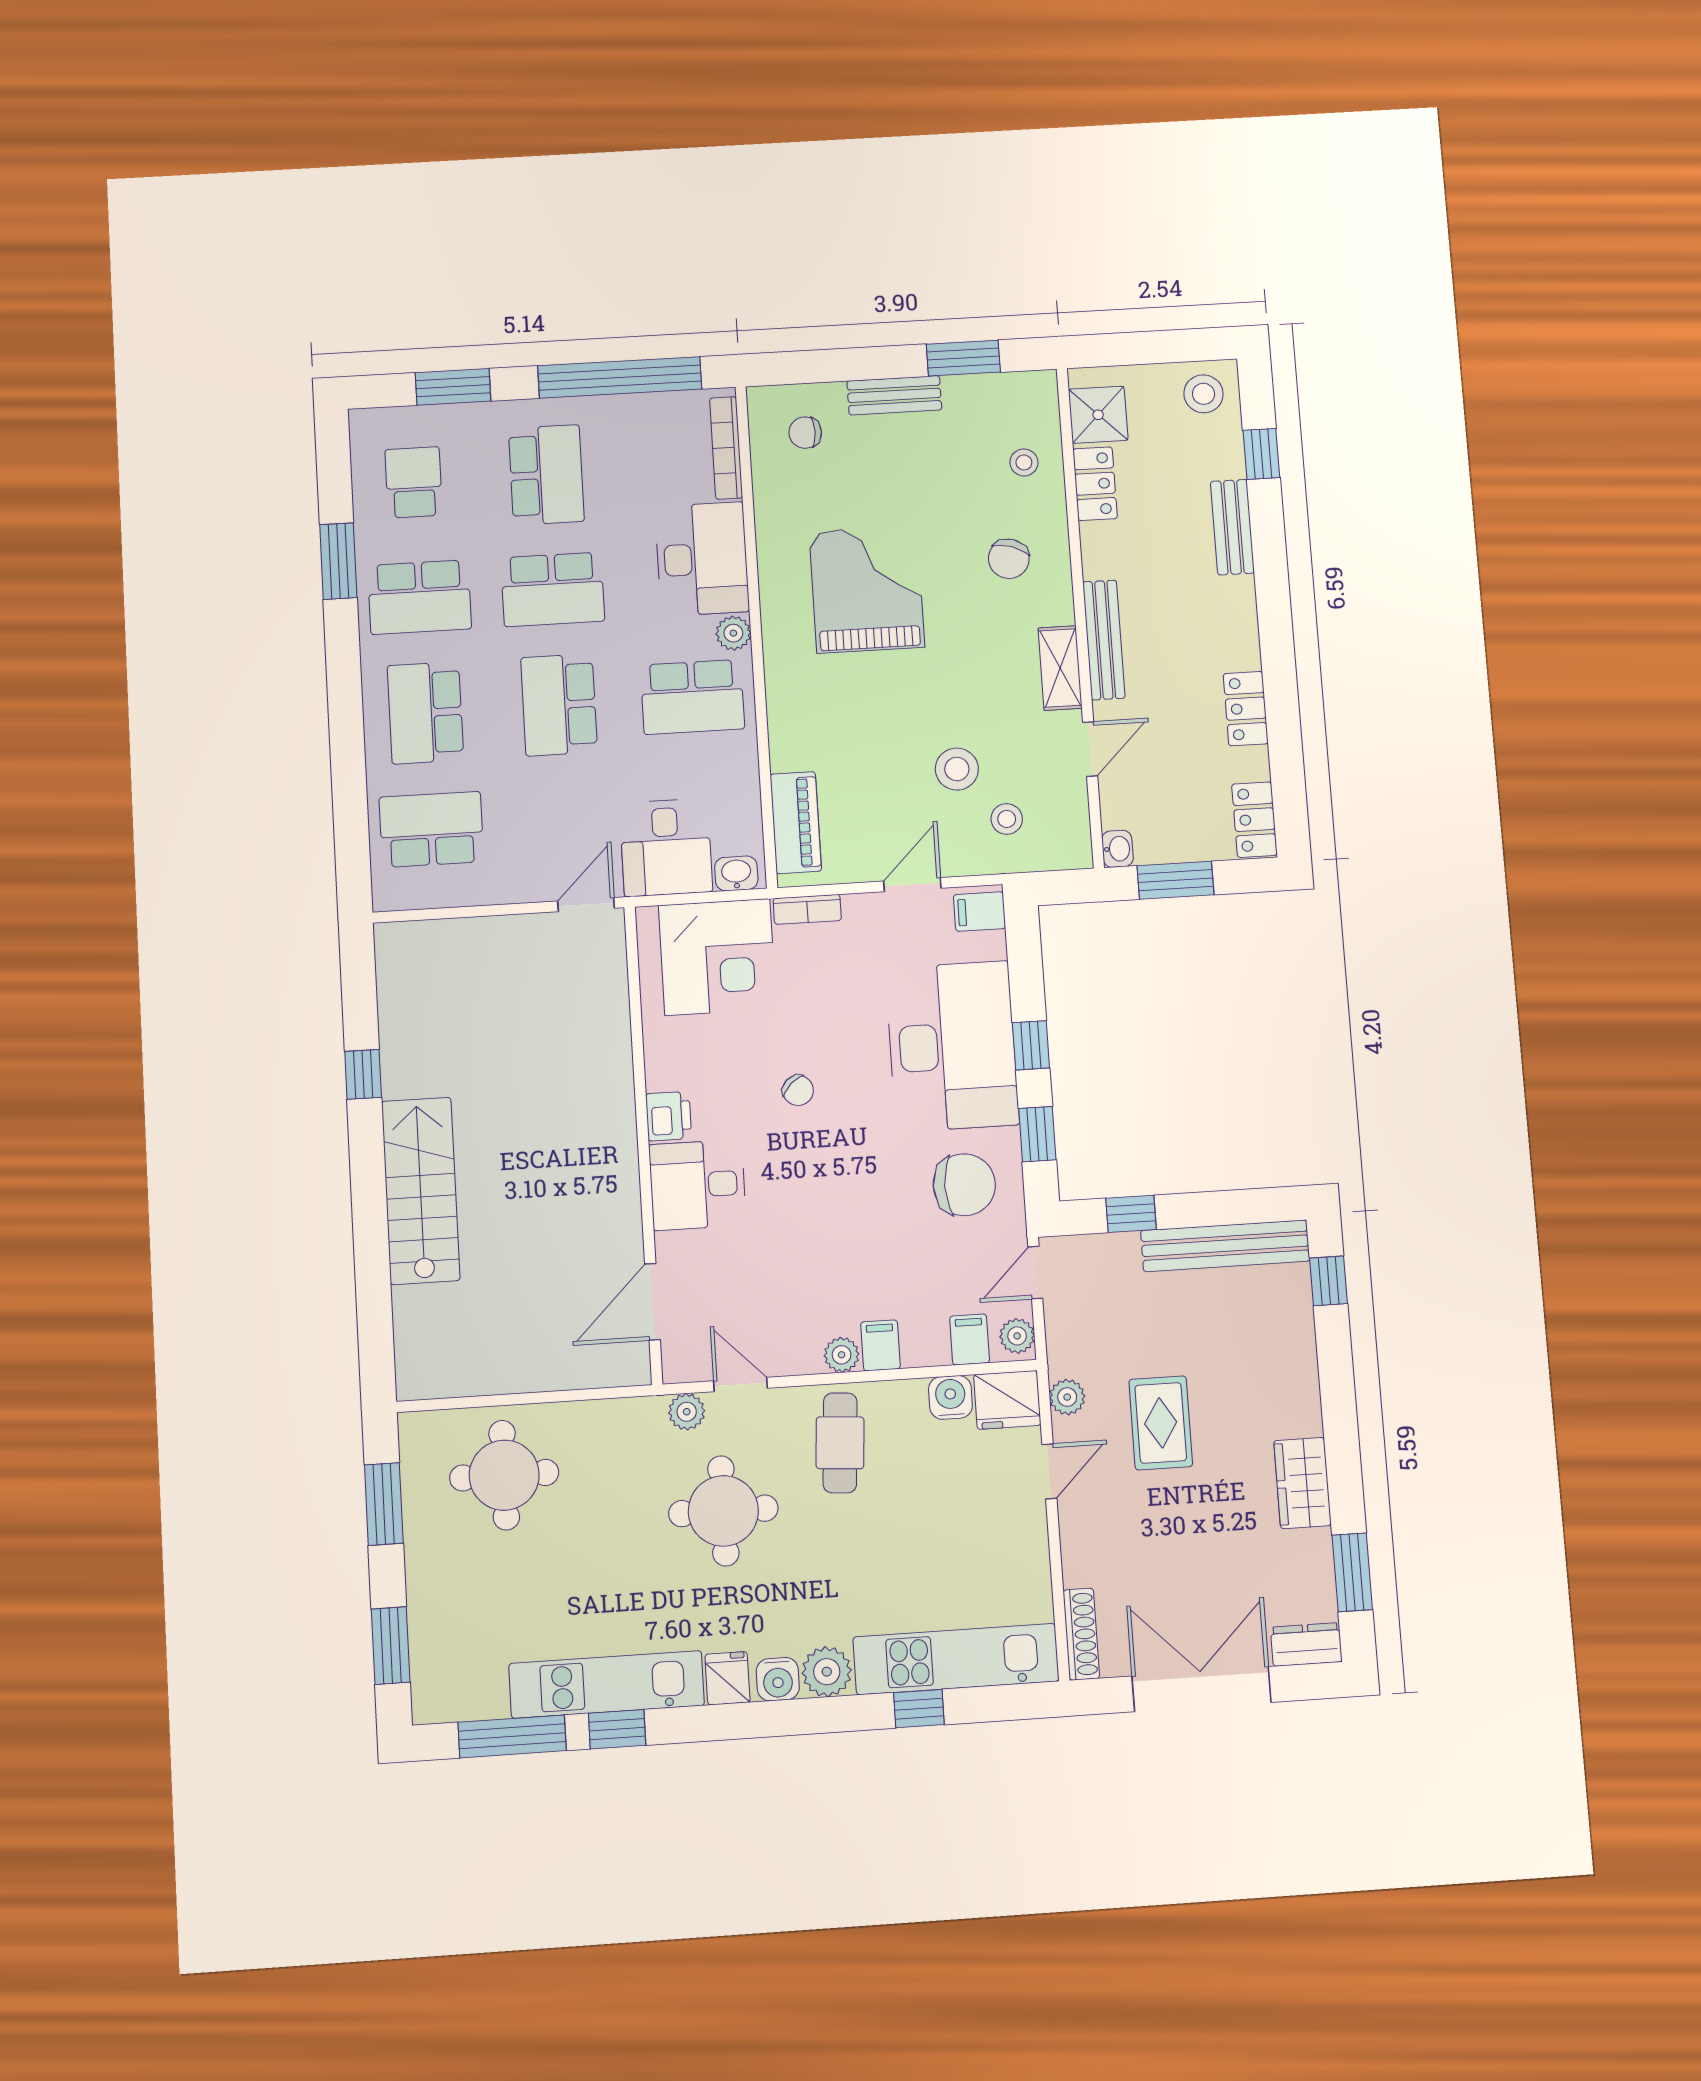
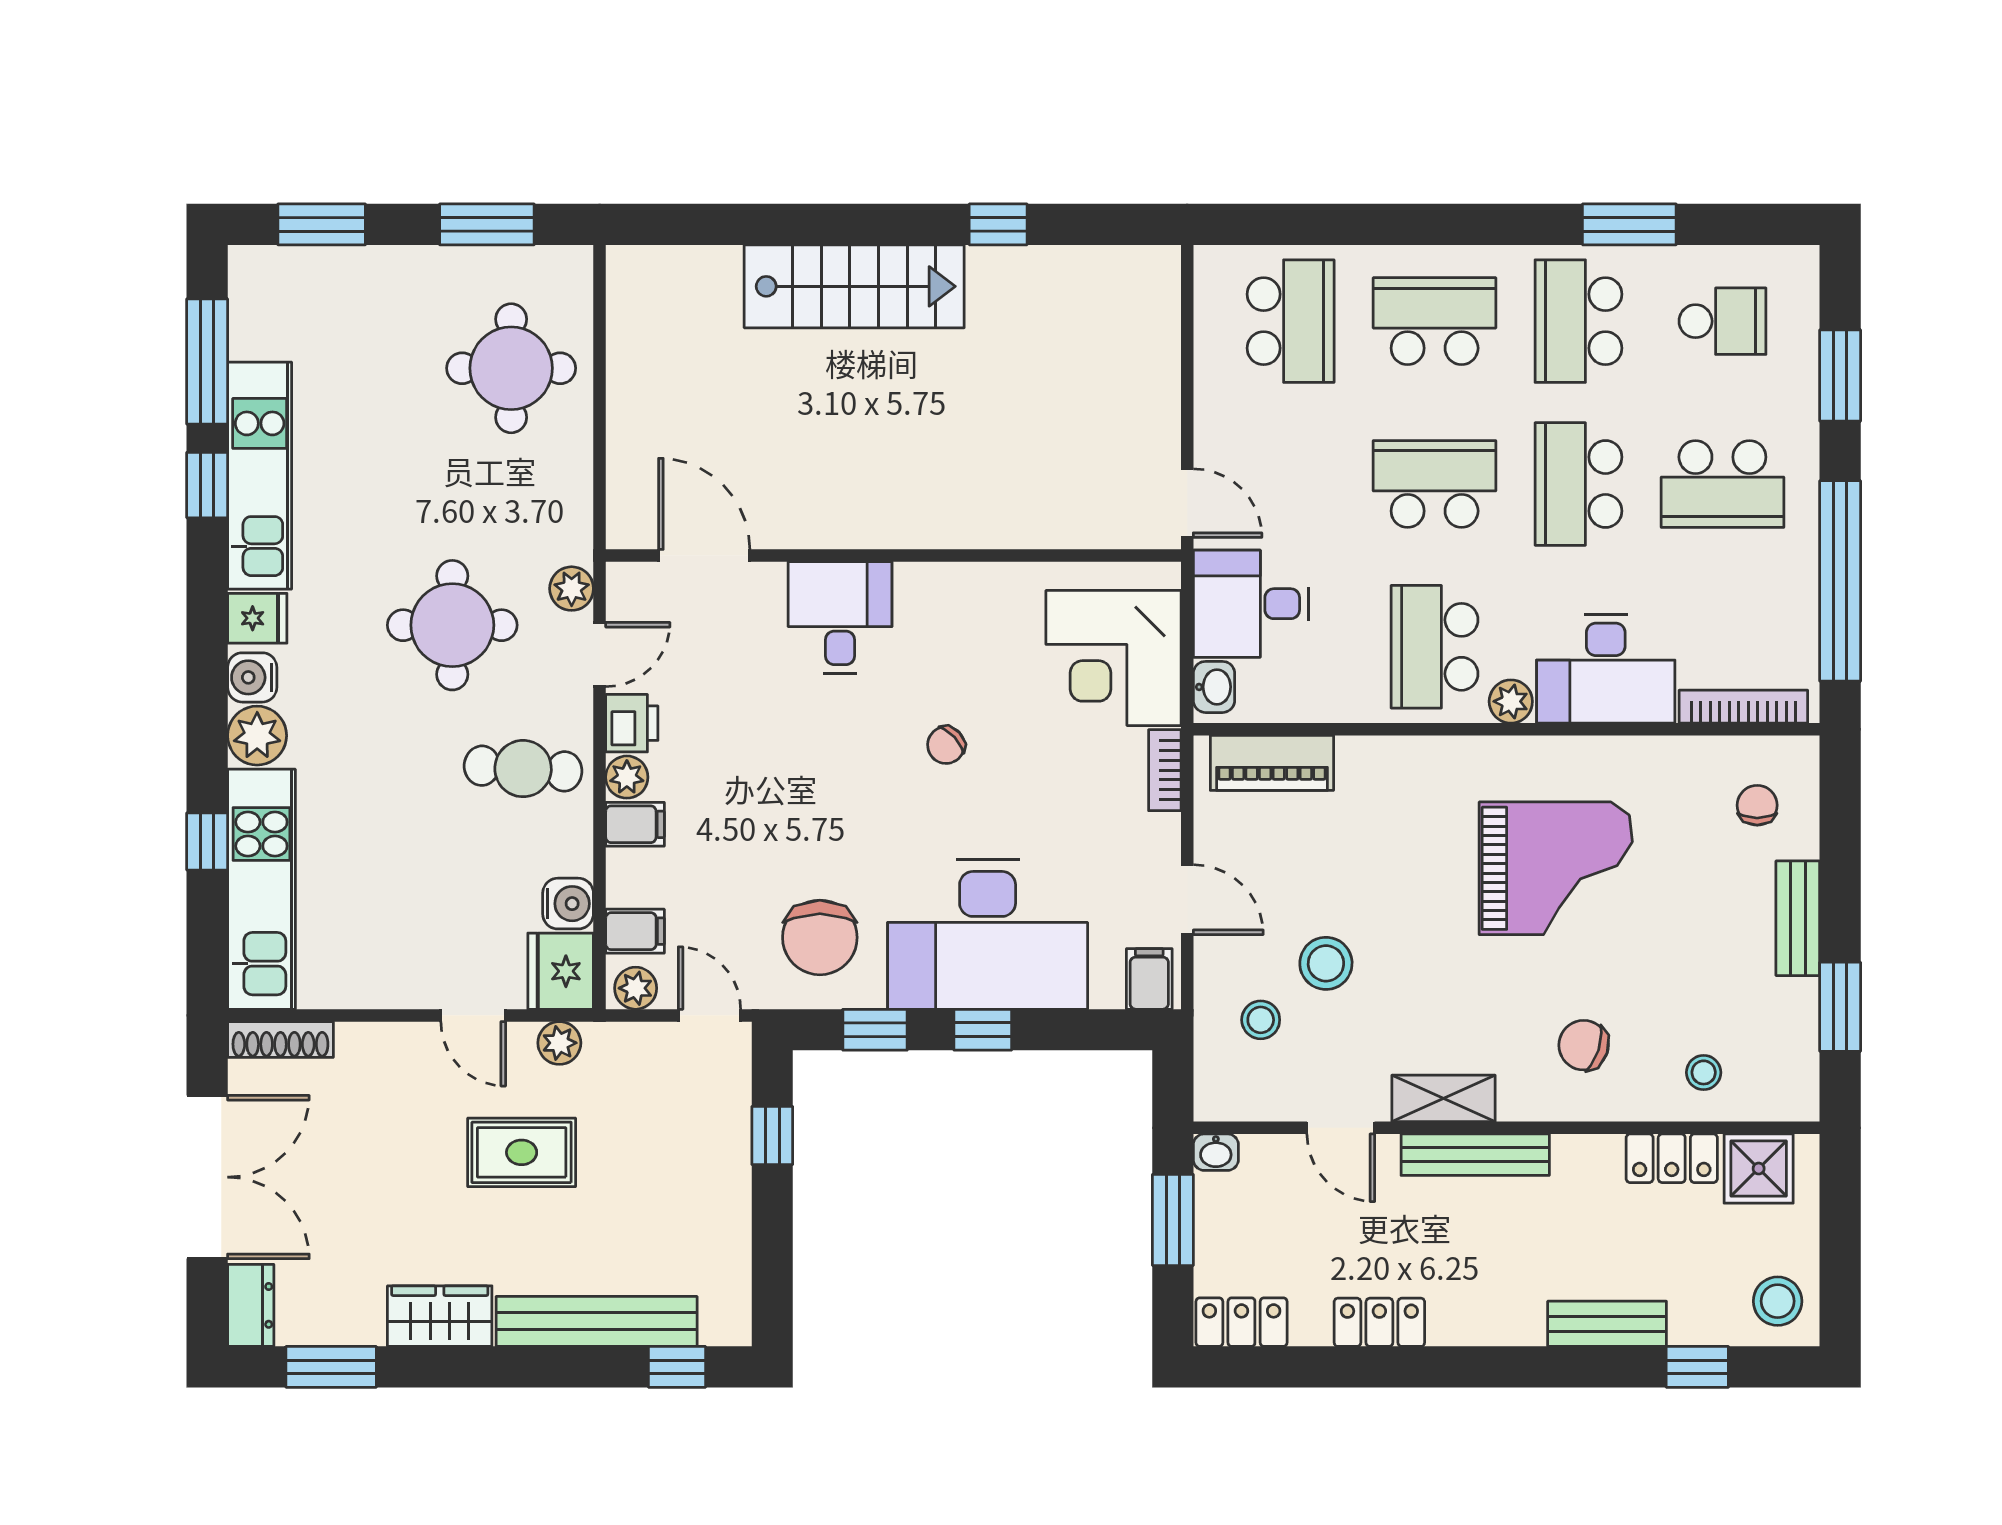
printer: (669, 1116) -> (632, 723), moved, turned -90
bench: (1225, 1246) -> (597, 1321), moved, turned 90

